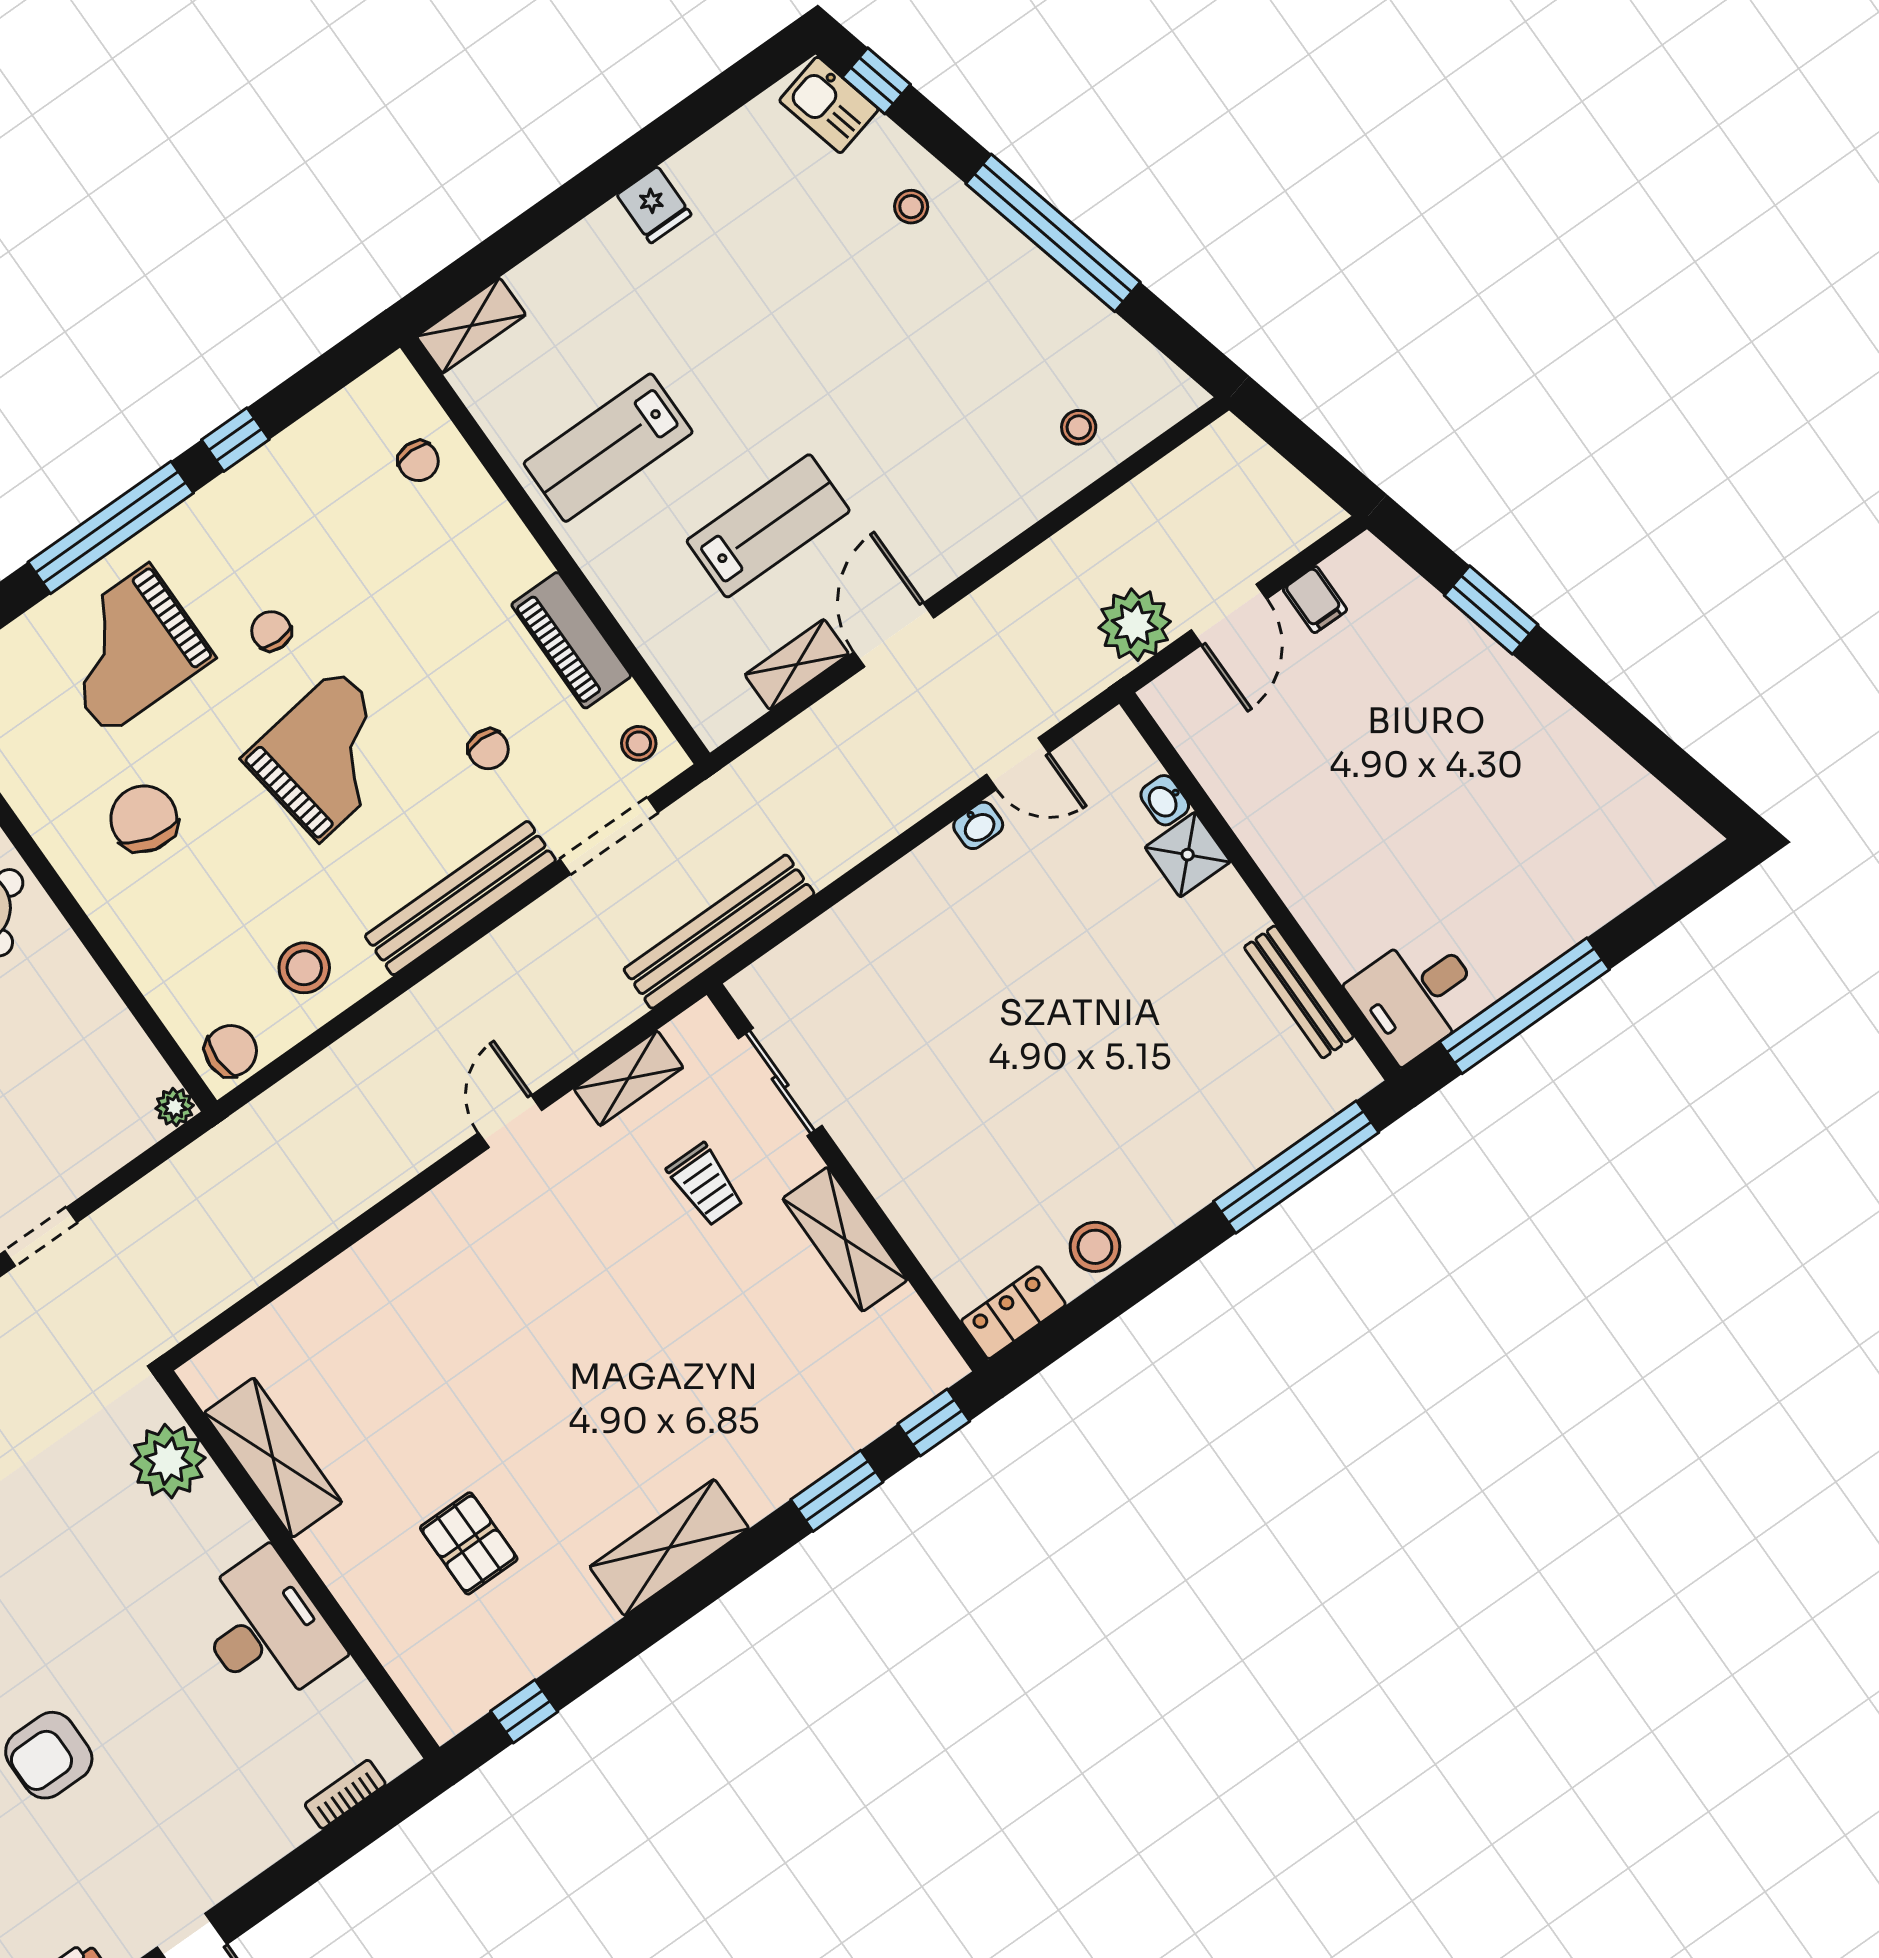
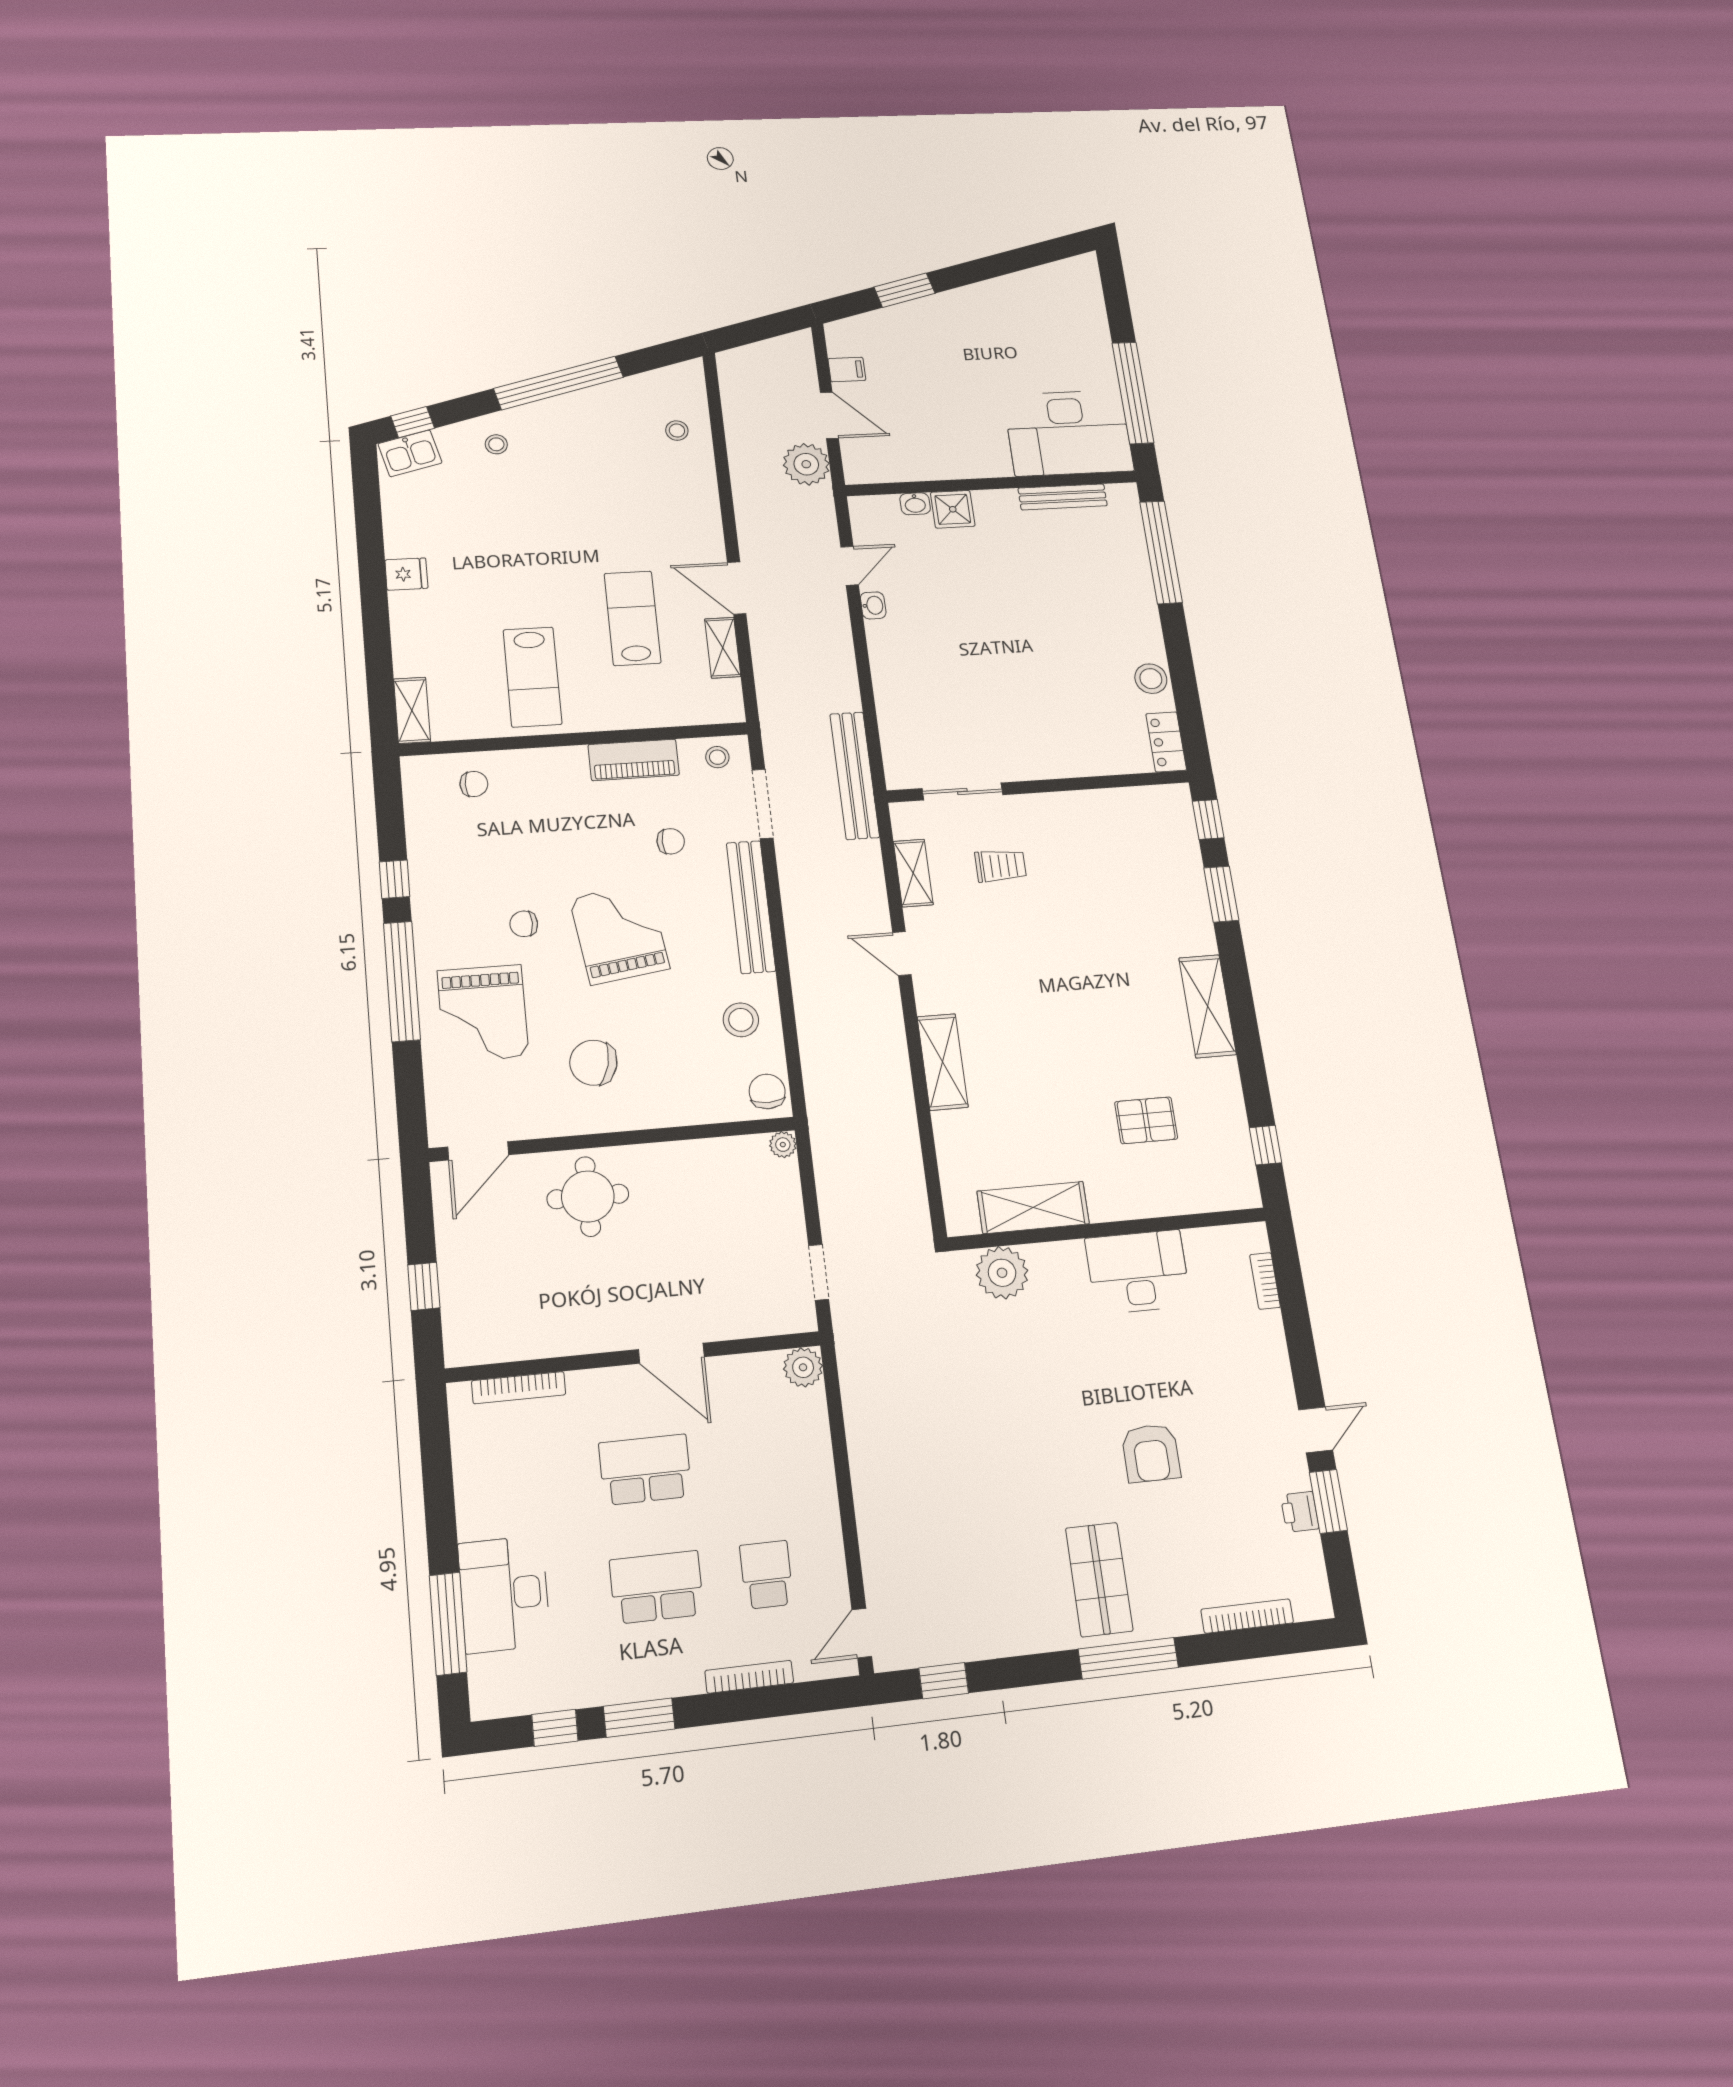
desk: (1416, 995) -> (1068, 433), width x1.87, depth x1.30
shelving: (845, 1239) -> (943, 1062), moved, turned 90

